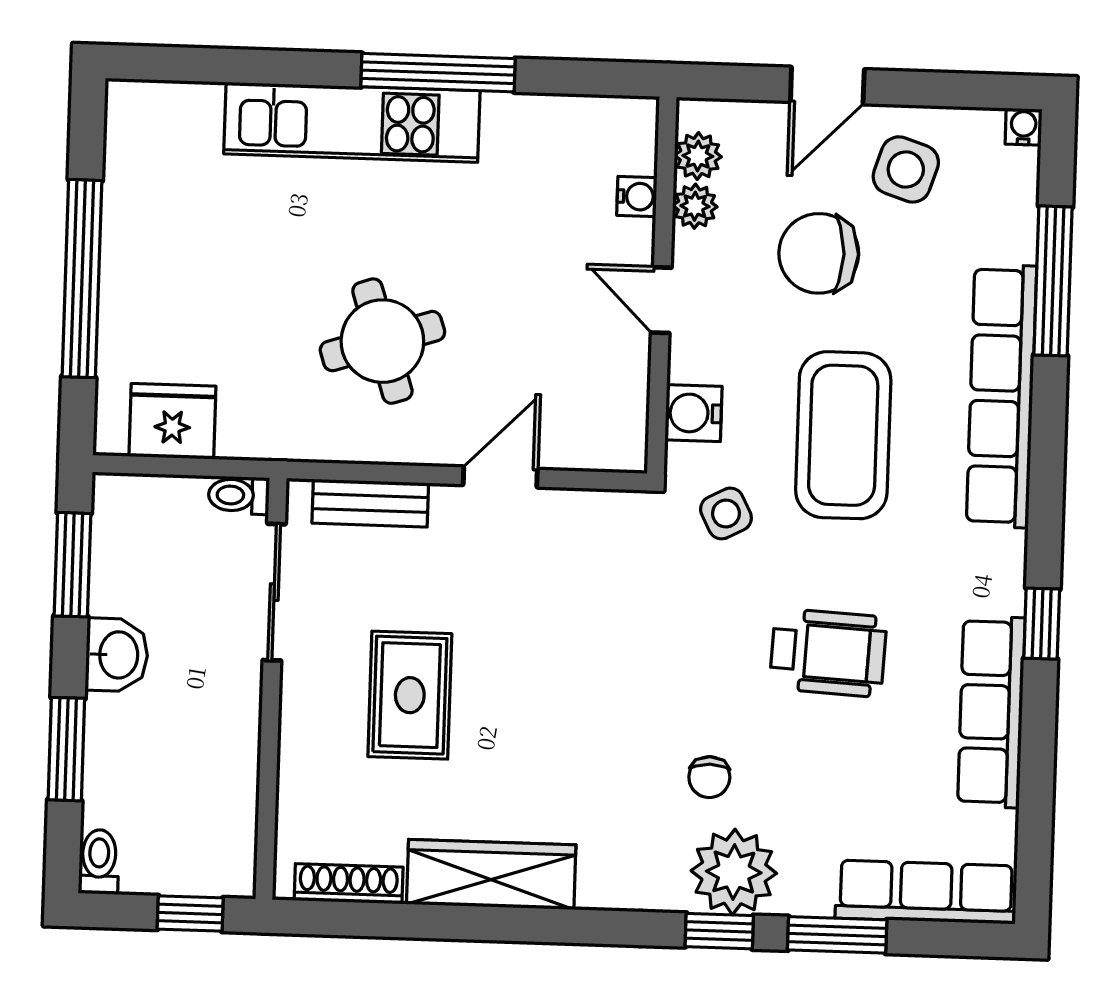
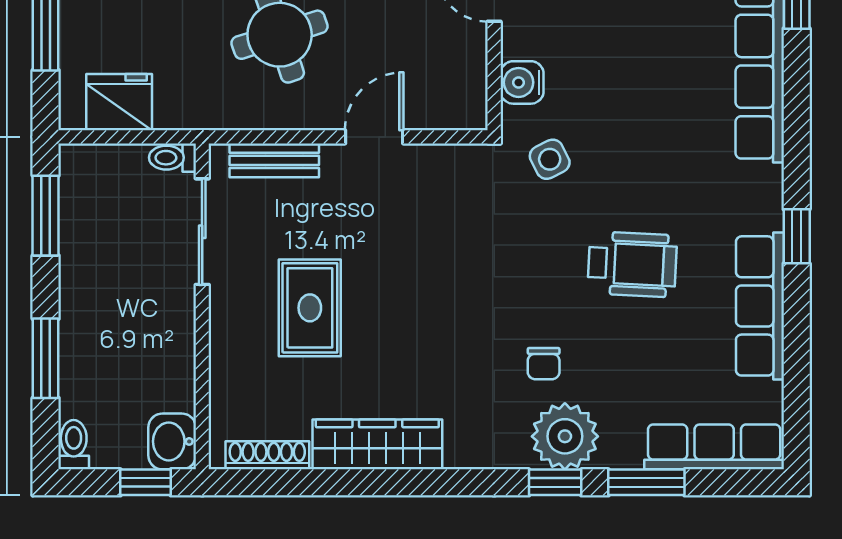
coffee table: (843, 435) -> (638, 96), removed
washbasin: (117, 655) -> (172, 441), moved, turned 180

